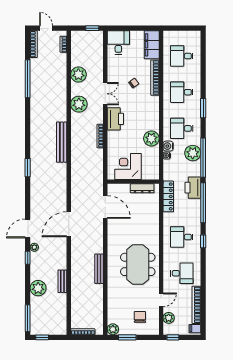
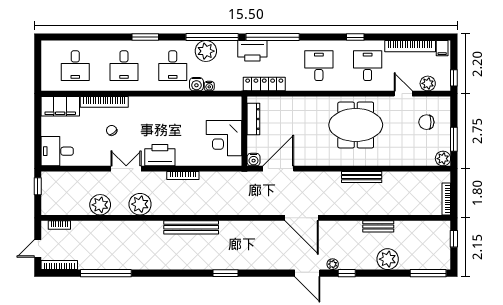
plant: (151, 138) -> (186, 107), removed
water cooler: (112, 188) -> (254, 160), added
desk: (182, 237) -> (319, 66), turned 180
window: (203, 241) -> (355, 37), moved
window: (42, 337) -> (454, 239), moved

